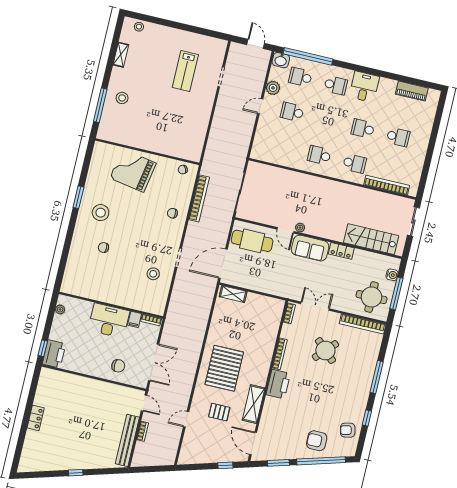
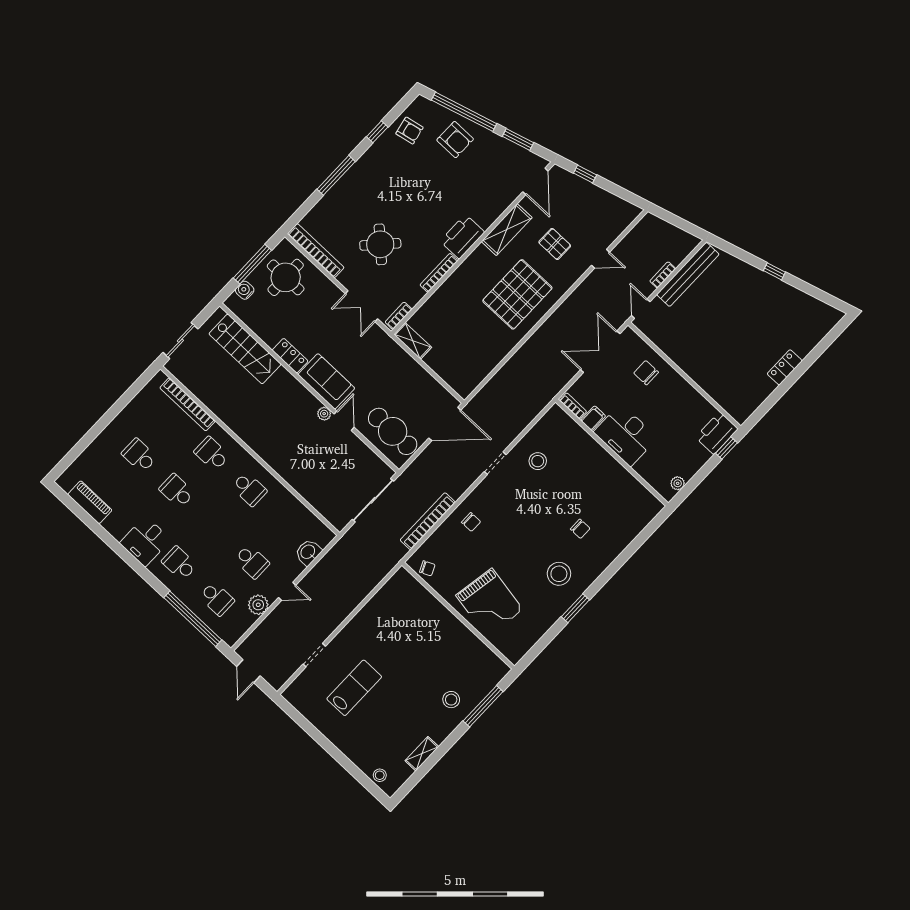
washbasin: (281, 60) -> (308, 552), moved, turned -90
school desk: (363, 129) -> (177, 491), turned 180
shelving: (233, 294) -> (413, 341), moved

